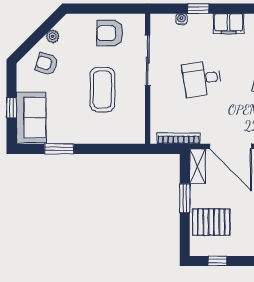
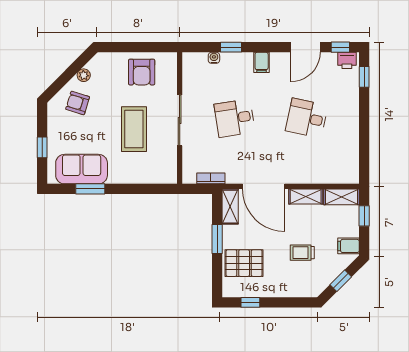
filing cabinet: (229, 24) -> (262, 62), width x0.50
armchair: (110, 33) -> (142, 72), turned -90
sliding door: (148, 60) -> (180, 120), moved
sofa: (31, 118) -> (82, 169), moved, turned -90
bookcase: (178, 138) -> (211, 178), width x0.64

